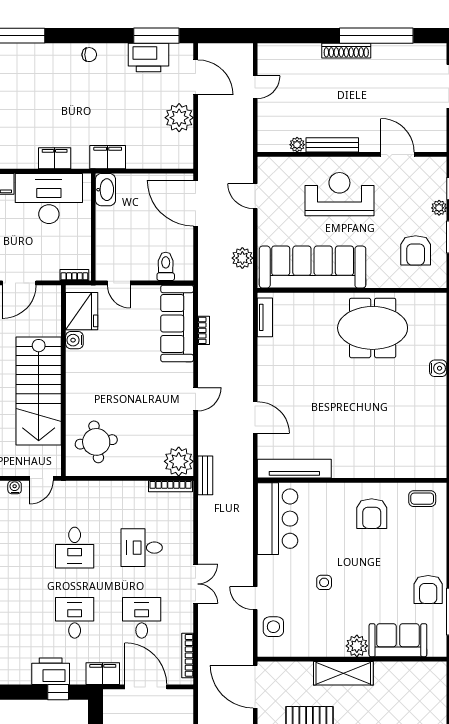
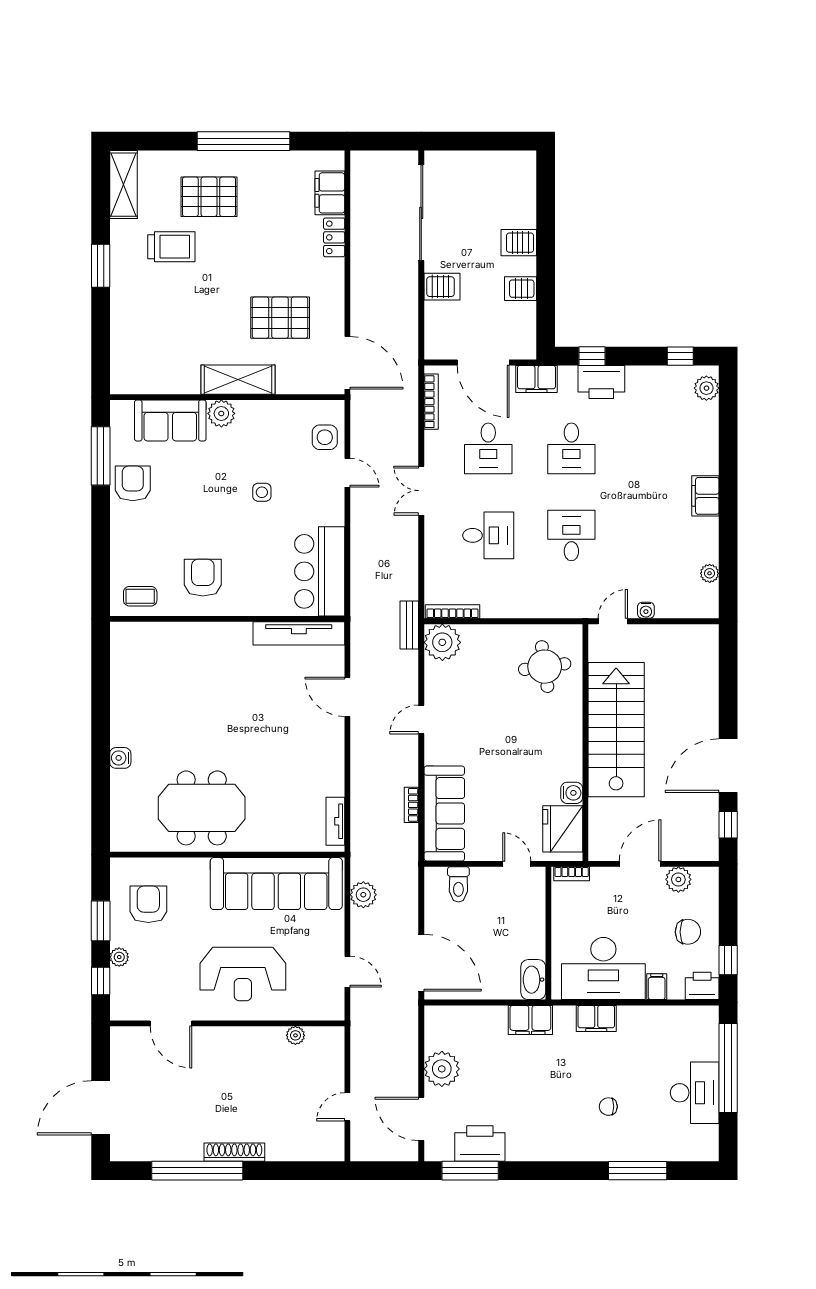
chair: (89, 55) -> (608, 1107), moved
bench: (332, 145) -> (252, 1035), removed

